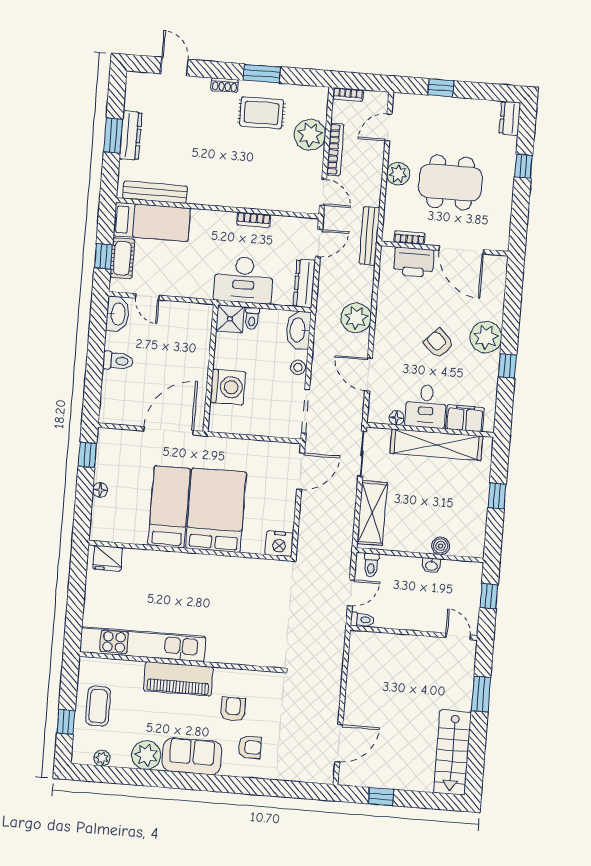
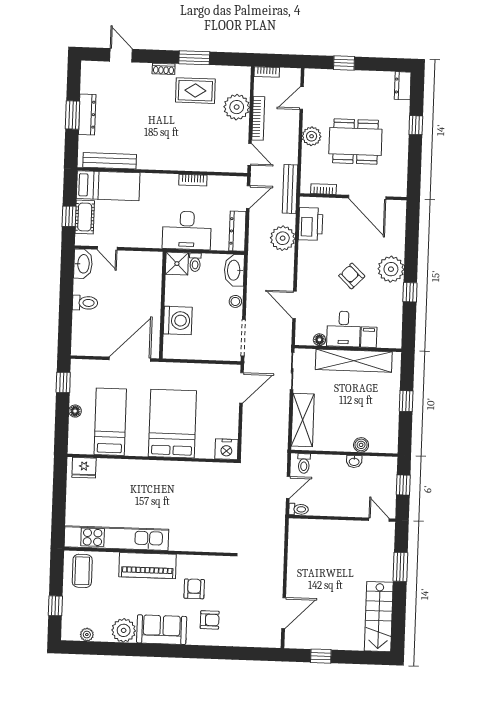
printer: (414, 262) -> (311, 224), moved, turned -90
plant: (356, 318) -> (283, 238), moved
filing cabinet: (465, 418) -> (369, 337), width x0.50
bed: (169, 507) -> (110, 422), moved
coffee table: (98, 706) -> (82, 571), moved

